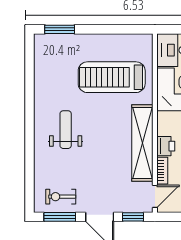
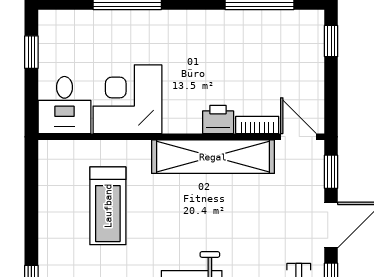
treadmill: (112, 77) -> (108, 206), width x0.73, depth x0.73

